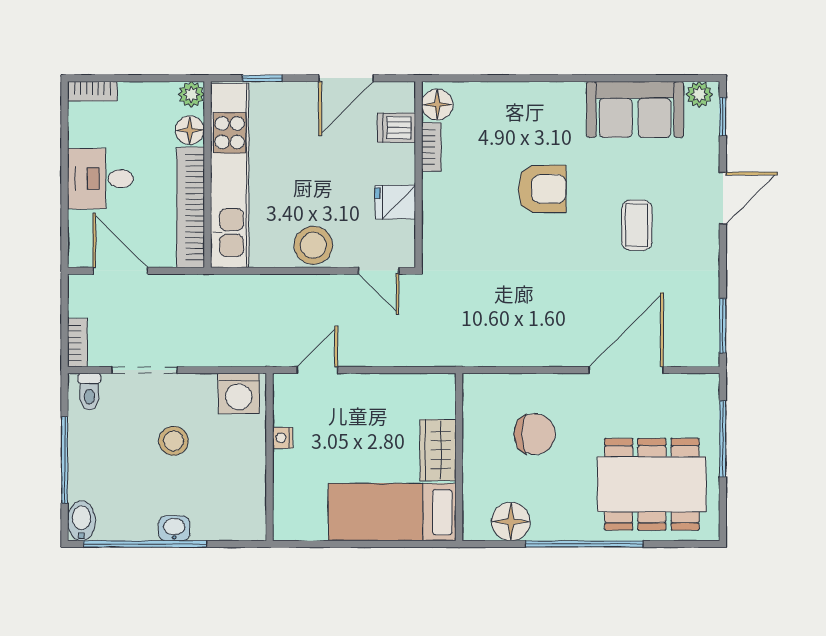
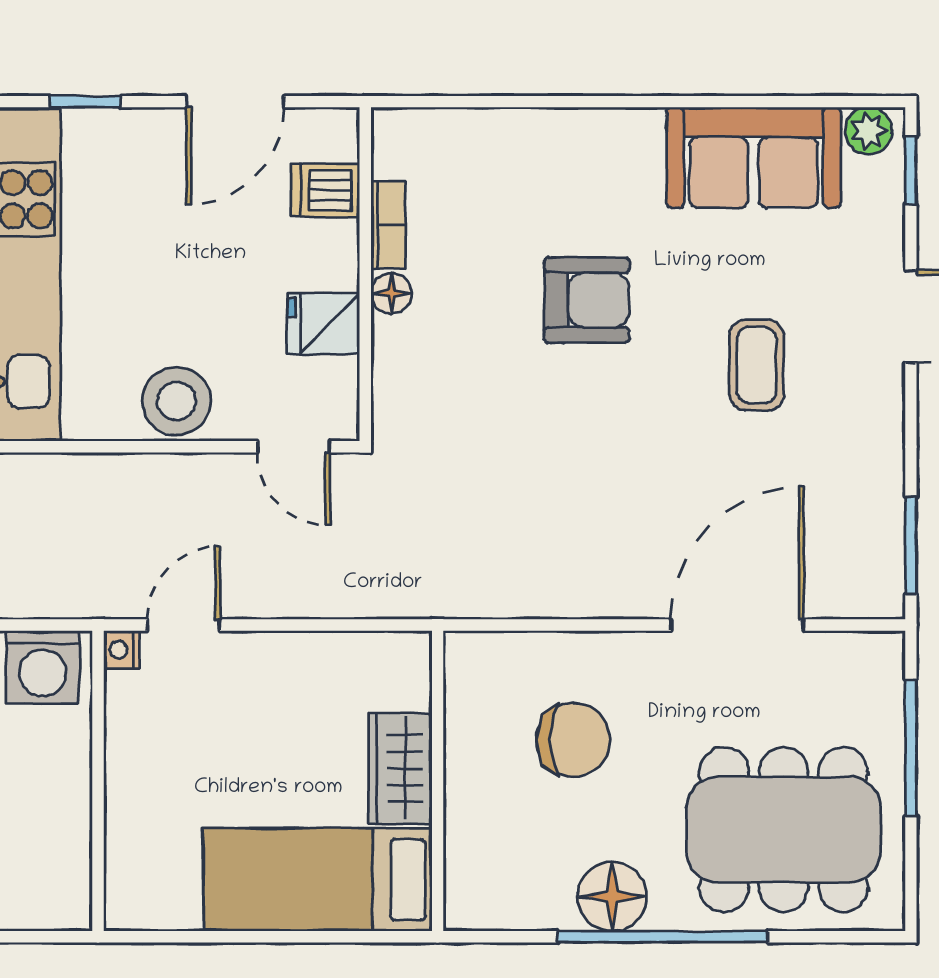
floor lamp: (437, 105) -> (391, 293), moved, width x0.73, depth x0.73
nightstand: (283, 438) -> (121, 650), moved
floor lamp: (511, 522) -> (612, 897), moved

